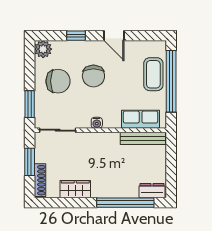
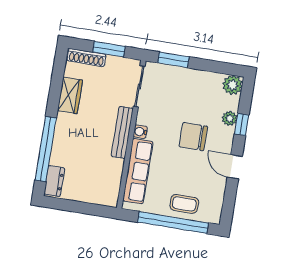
door: (114, 36) -> (235, 167), hinge flipped
plant: (73, 47) -> (230, 118), added
coffee table: (153, 74) -> (184, 204), width x0.73, depth x0.77
chair: (58, 81) -> (194, 96), removed
row of seats: (141, 119) -> (138, 171), width x1.48
bench: (143, 138) -> (122, 132), moved

